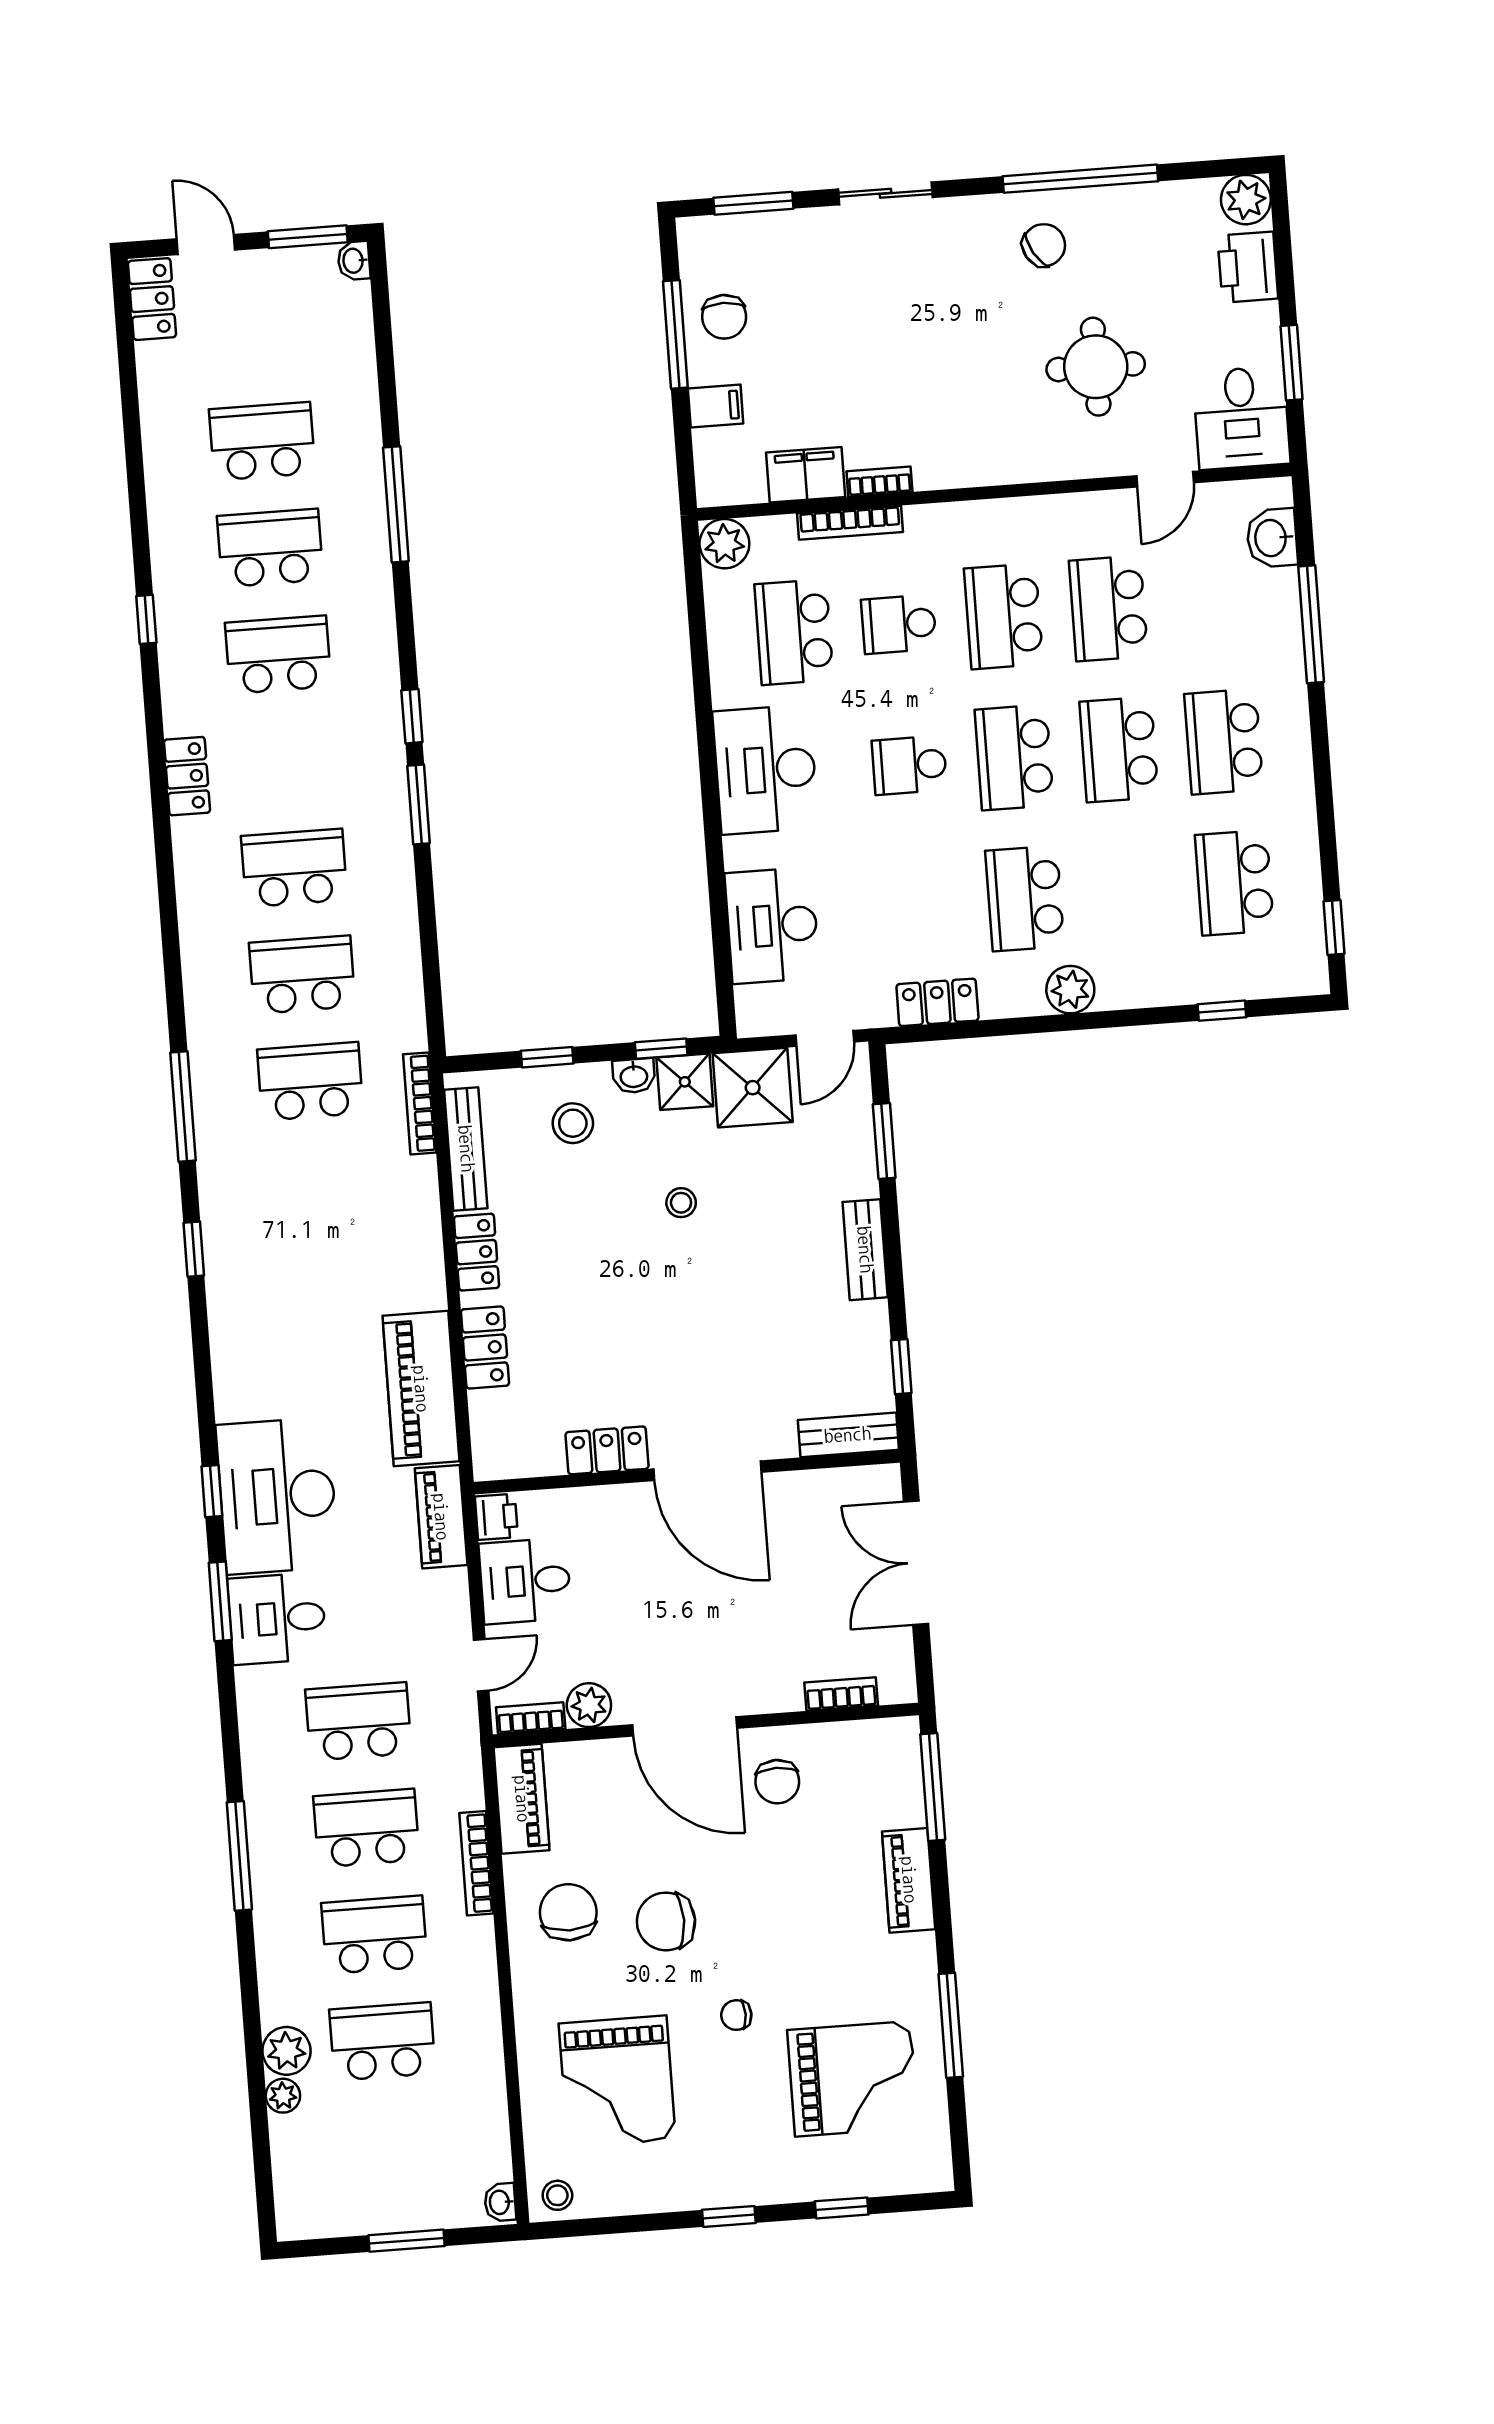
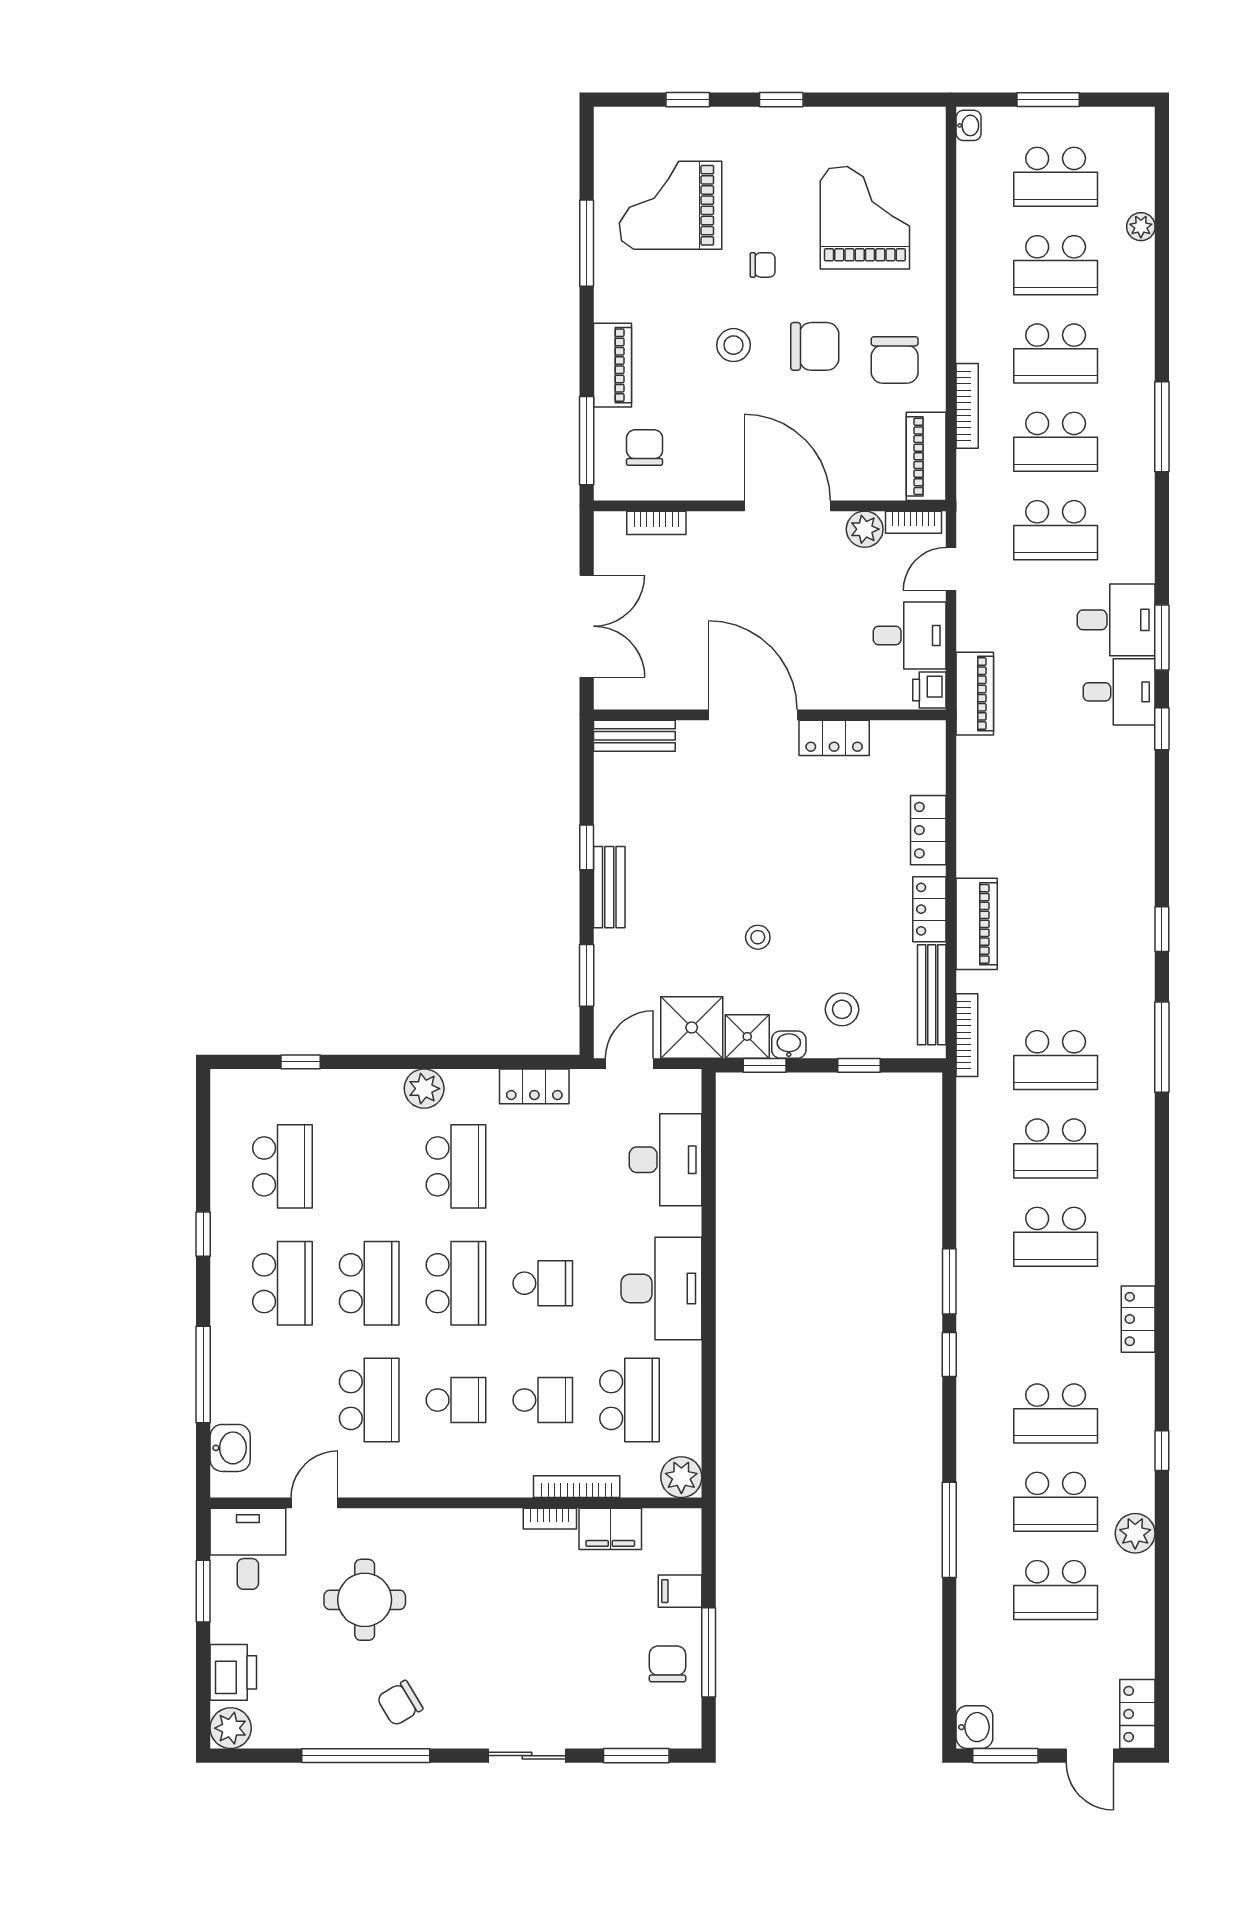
washbasin: (354, 261) -> (974, 1727), width x1.38, depth x1.45
school desk: (1004, 616) -> (456, 1400), width x0.54
window: (1334, 928) -> (203, 1234), moved
window: (901, 1367) -> (587, 847), moved
piano: (421, 1389) -> (977, 924), moved, width x0.73, depth x0.75
desk: (277, 1496) -> (1119, 692), width x0.53, depth x0.77
chair: (777, 1782) -> (645, 448), moved
plant: (286, 2051) -> (1135, 1533), moved
school desk: (390, 2148) -> (1056, 177), added
stool: (557, 2195) -> (733, 345), moved, width x1.37, depth x1.37

